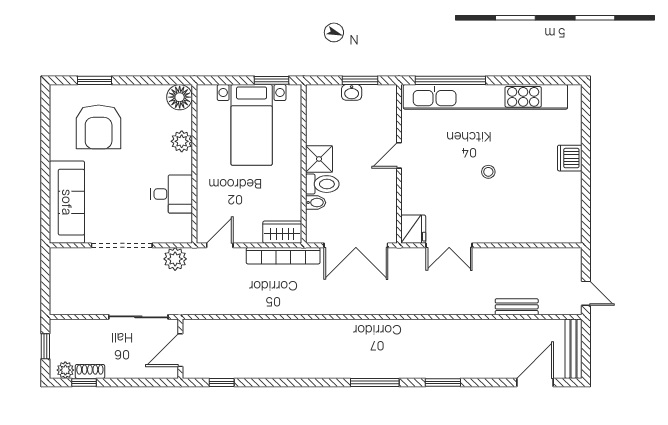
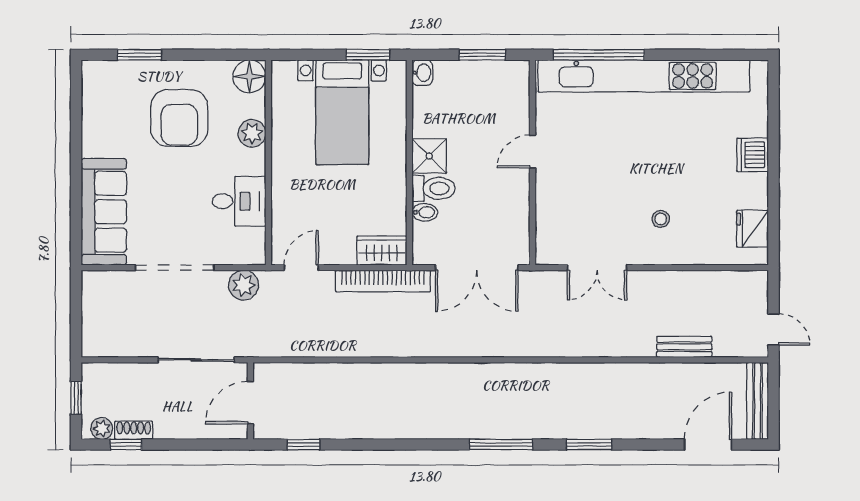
washbasin: (352, 92) -> (422, 73), moved, turned -90
armchair: (99, 127) -> (179, 118), moved
stool: (488, 172) -> (661, 219), moved
fridge: (413, 229) -> (752, 229), moved, turned 180

